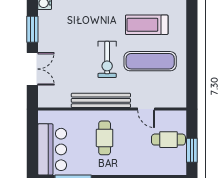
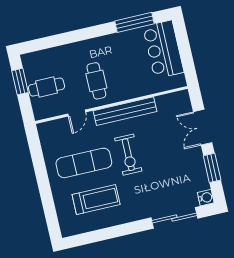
exercise bike: (107, 59) -> (128, 155), turned 180
door: (146, 109) -> (77, 113), swing flipped
cafe table: (105, 138) -> (96, 81), moved

